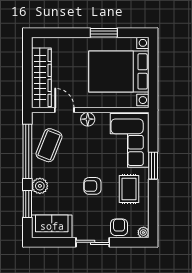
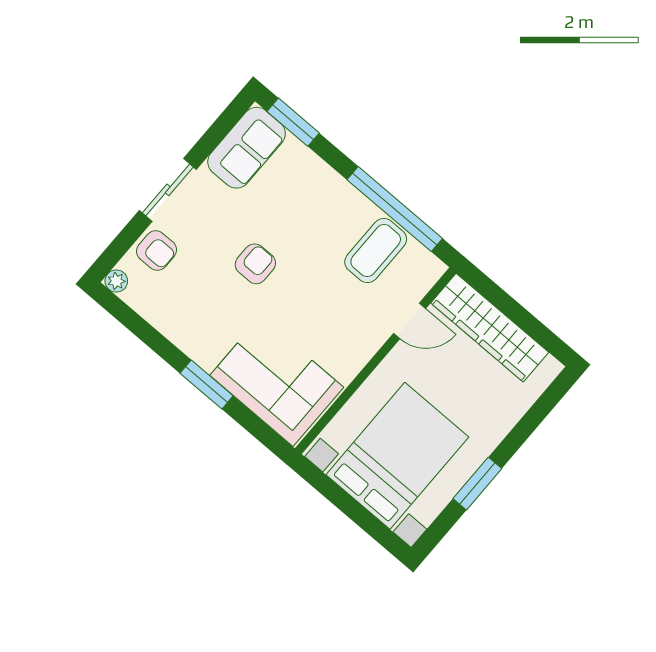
floor lamp: (88, 119) -> (365, 345), removed
coffee table: (49, 145) -> (376, 250), turned 68
plant: (40, 186) -> (325, 183), removed
rug: (129, 189) -> (202, 316), removed
window: (27, 204) -> (293, 122), moved

